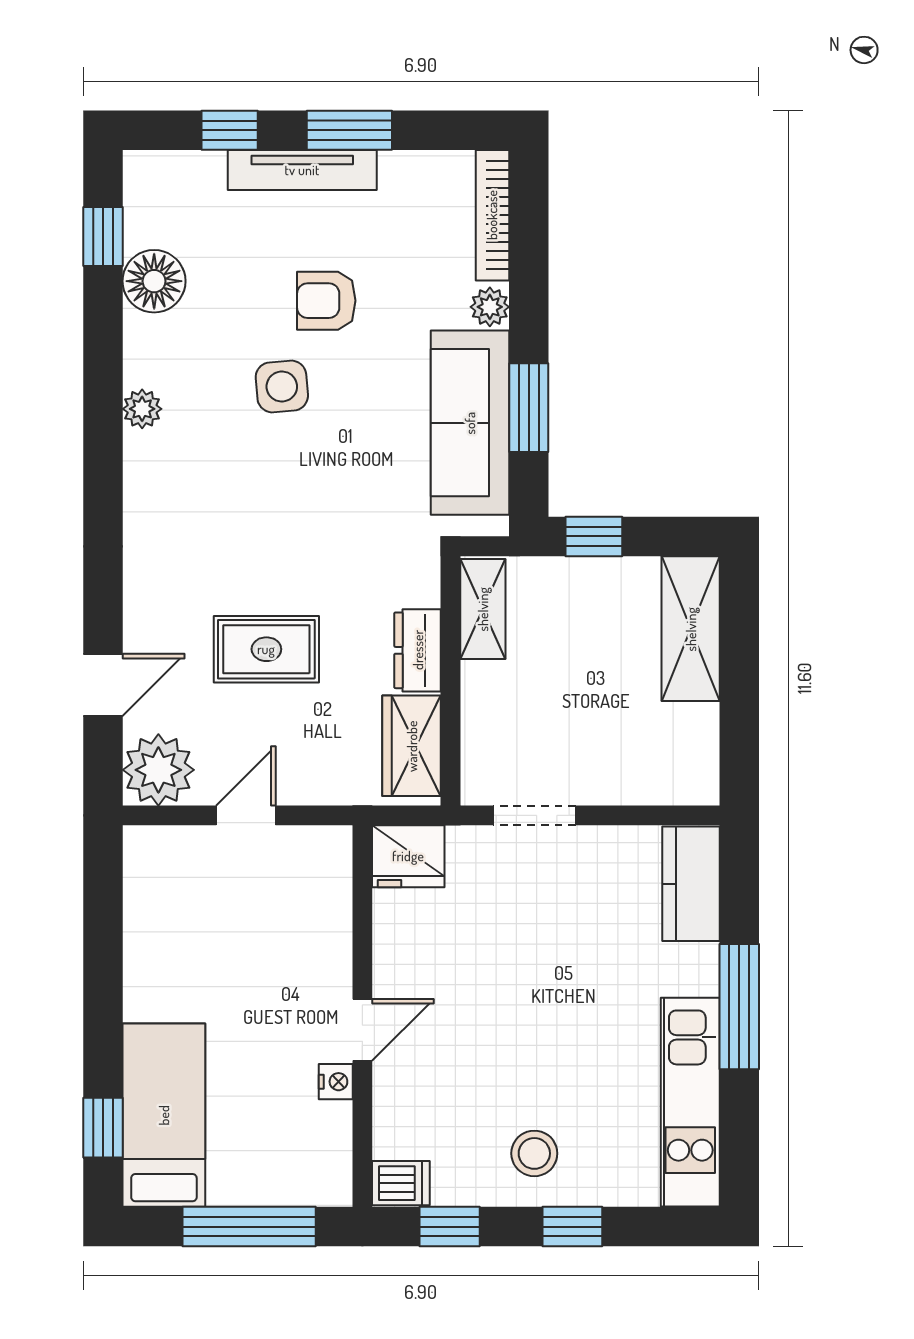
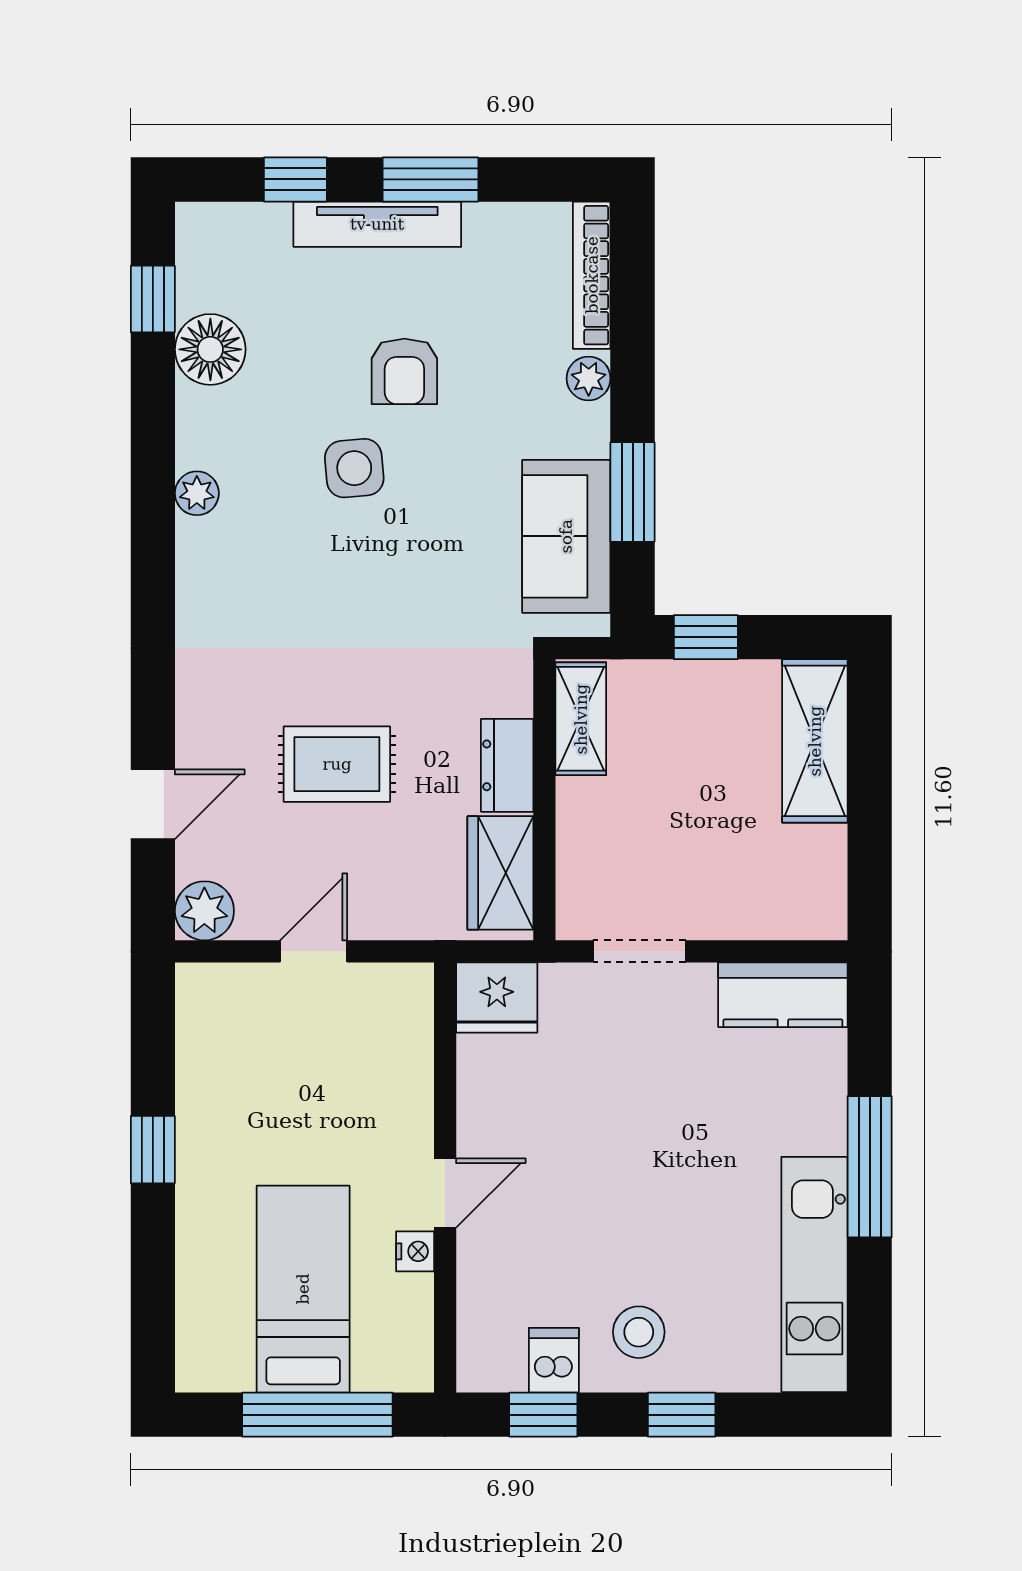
armchair: (326, 301) -> (404, 371), turned -90
sofa: (470, 423) -> (566, 536), width x0.73
plant: (158, 770) -> (204, 911), width x0.73, depth x0.73
kitchen counter: (691, 884) -> (783, 995), moved, turned -90
bed: (164, 1115) -> (303, 1289), moved
window: (103, 1128) -> (153, 1150), moved
dishwasher: (401, 1183) -> (554, 1360), moved, turned -90

